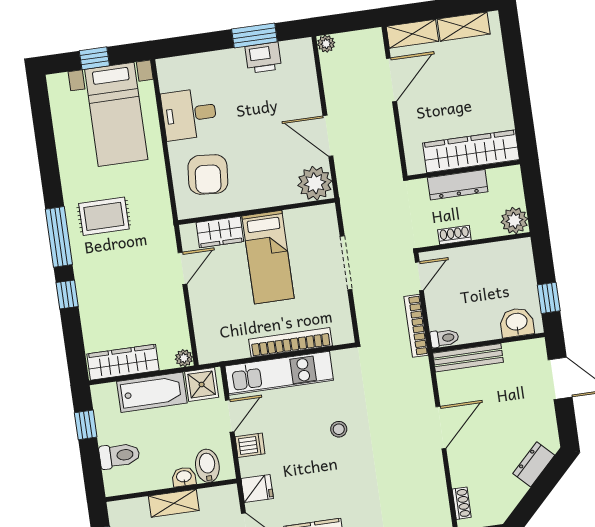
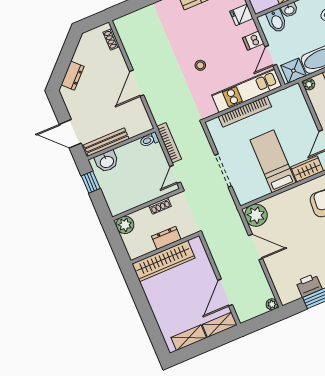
dresser: (458, 185) -> (166, 238), width x0.70
bench: (468, 358) -> (106, 142), moved

